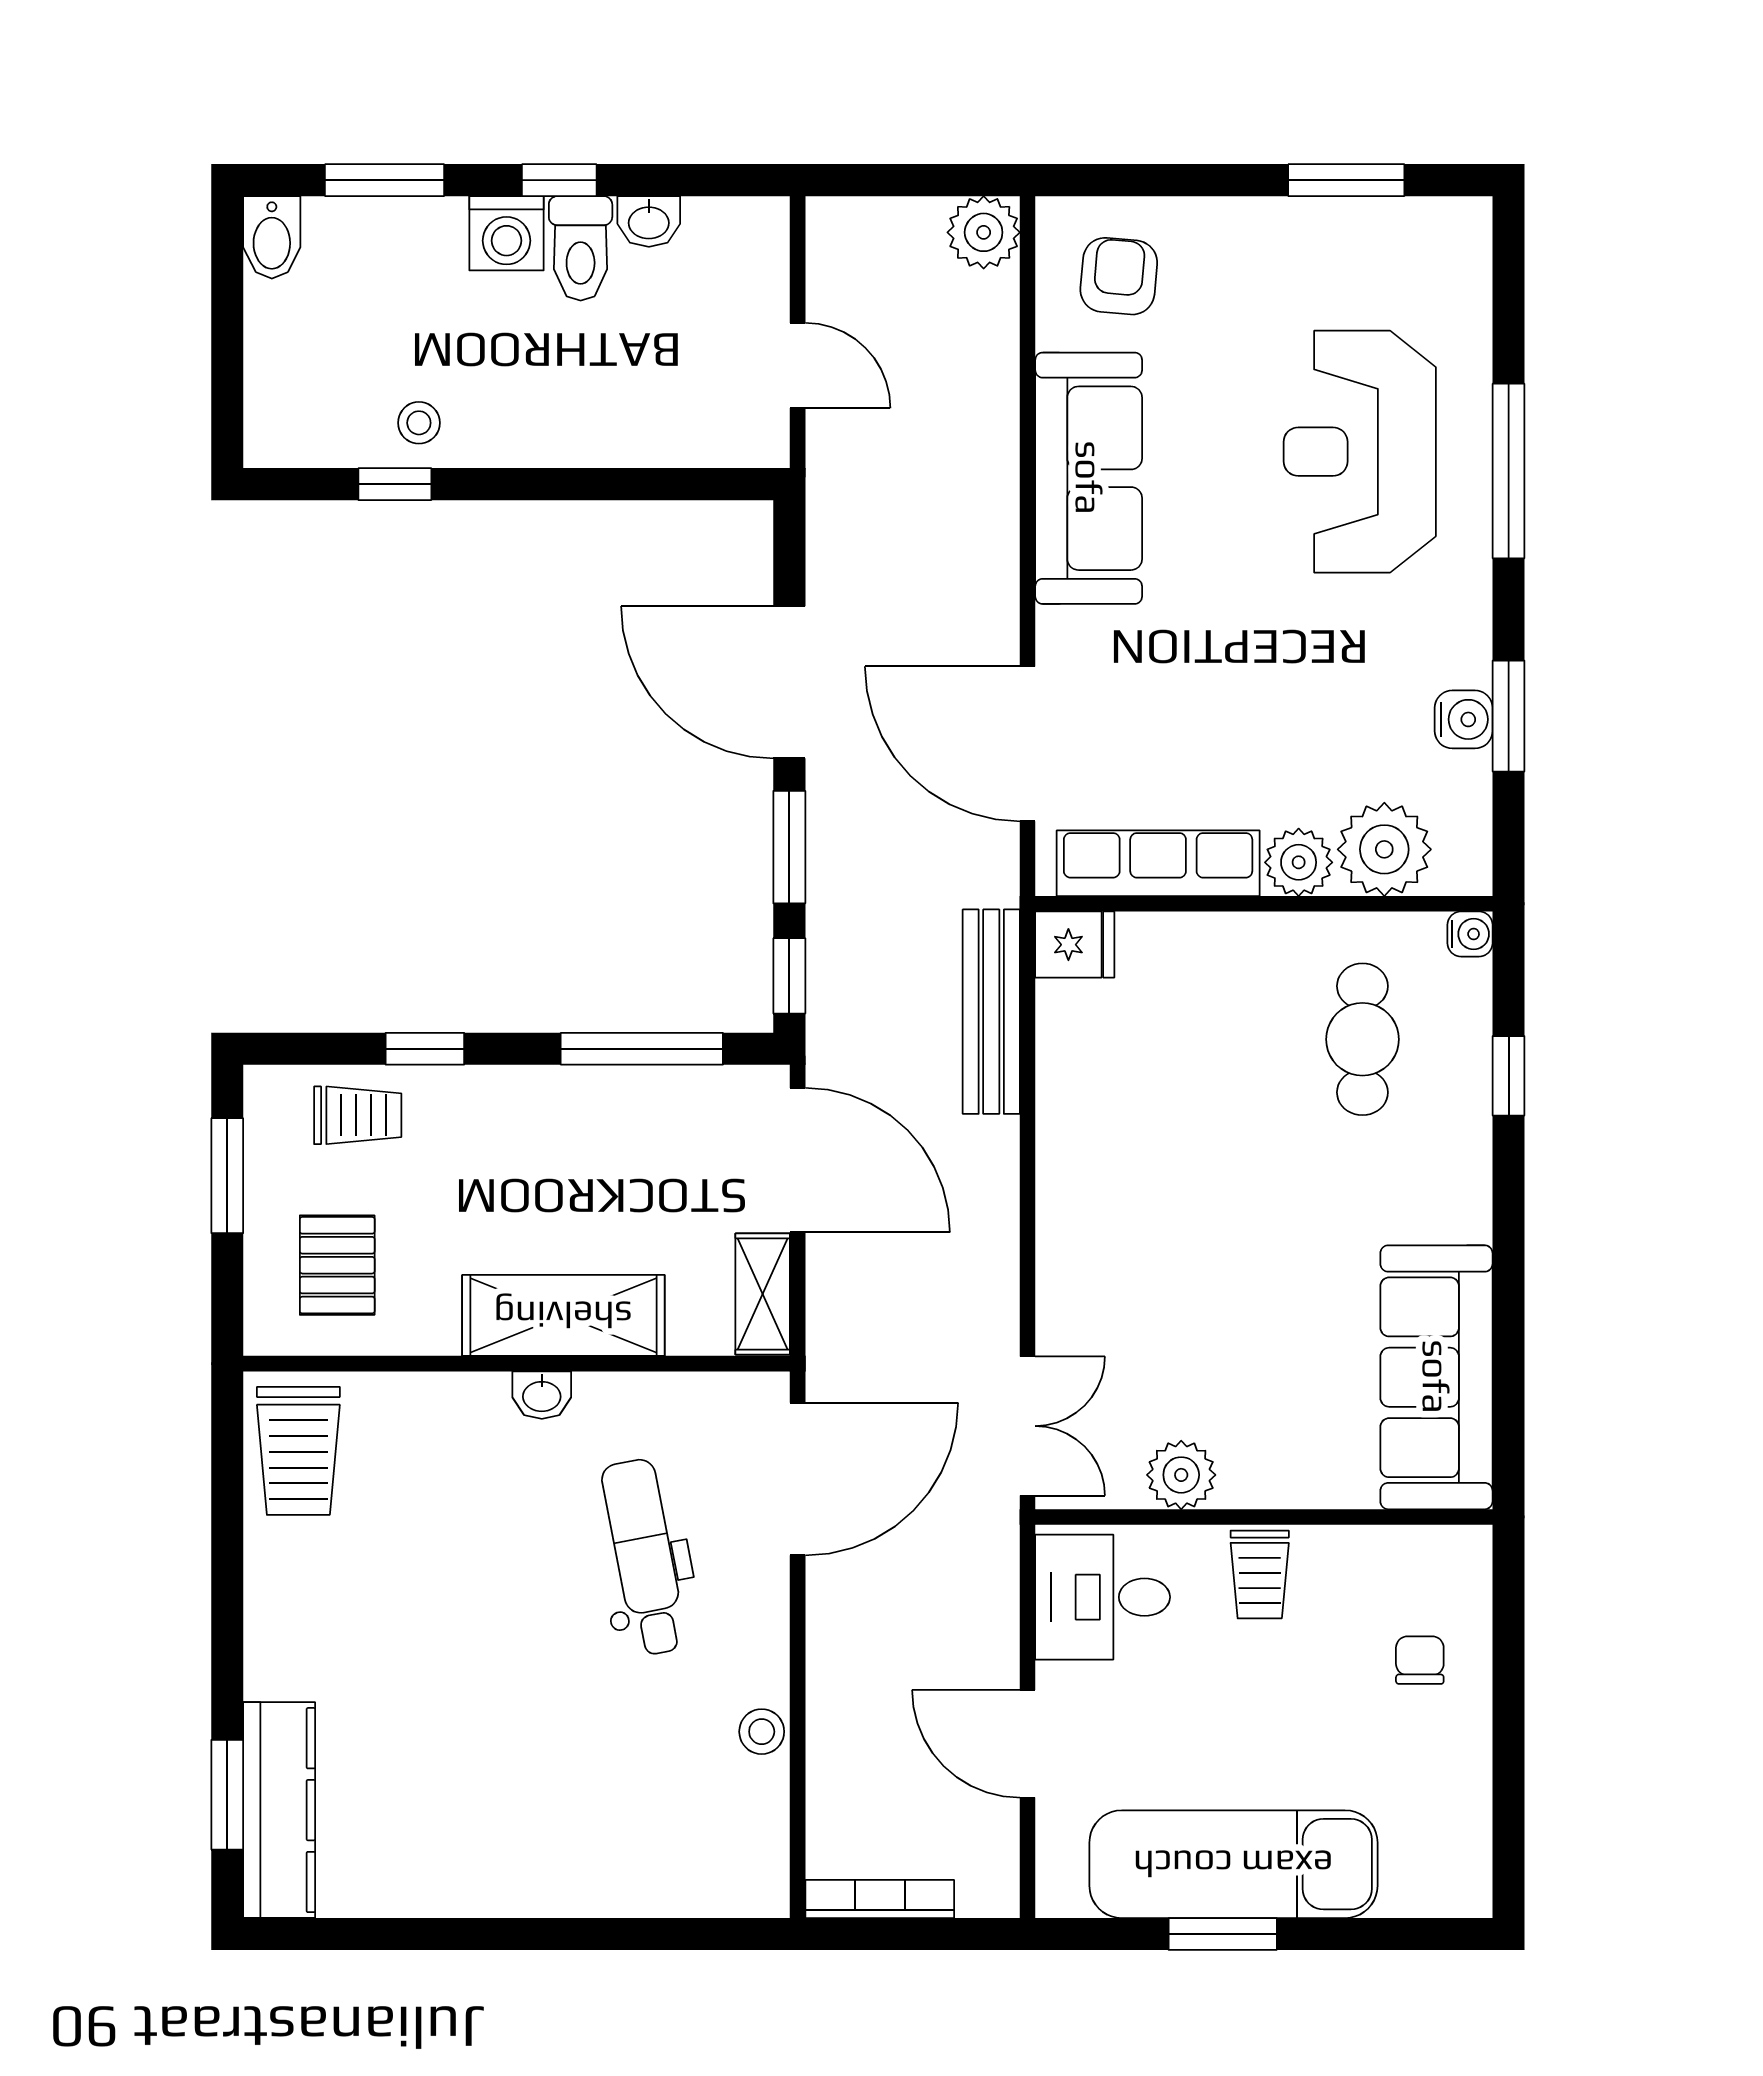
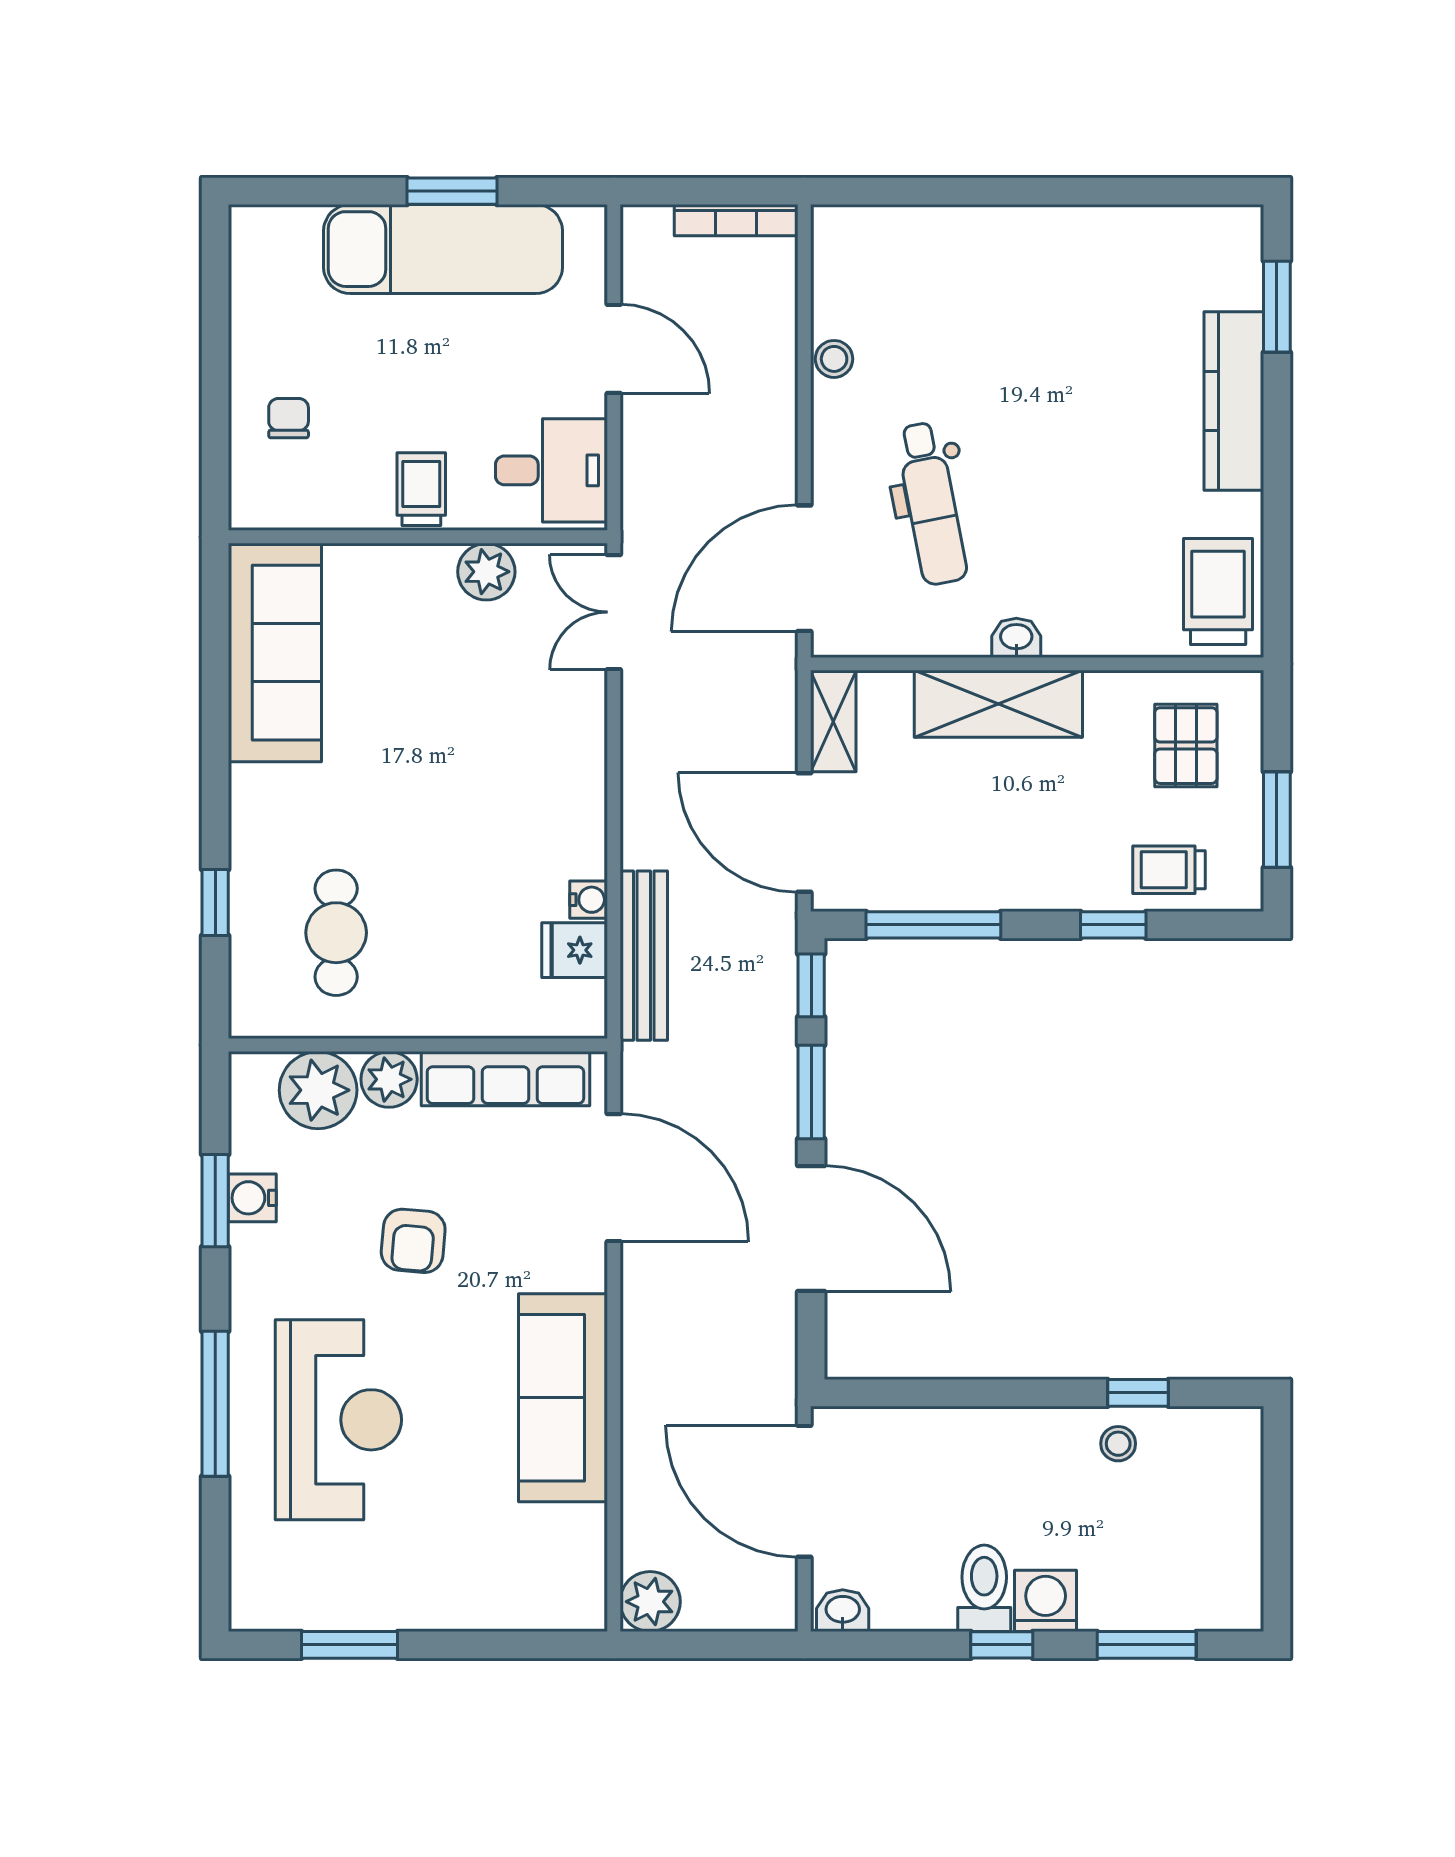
washbasin: (649, 221) -> (843, 1611), moved
bidet: (272, 237) -> (1240, 1597), removed
armchair: (1119, 276) -> (413, 1241), moved
door: (798, 365) -> (804, 1491), width x1.87
water cooler: (1470, 934) -> (589, 900), moved, turned 180
fridge: (1075, 945) -> (575, 950), moved
chair: (1420, 1660) -> (289, 418), turned 180
kitchen counter: (279, 1810) -> (1234, 401), moved

